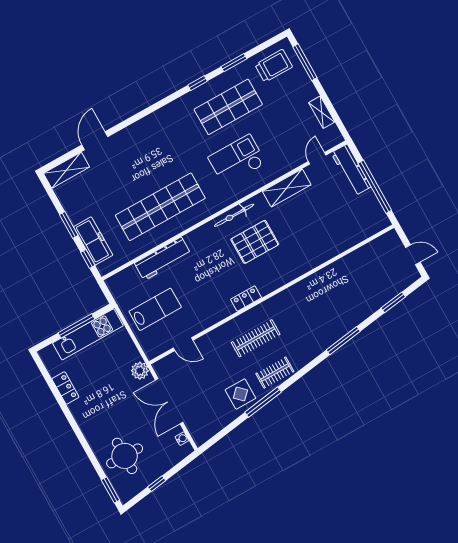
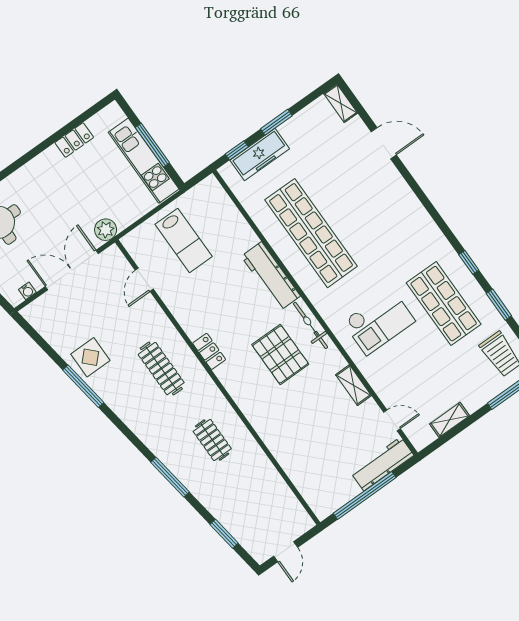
checkout: (237, 160) -> (379, 322), turned 90
shelving: (67, 170) -> (341, 103), width x0.67, depth x0.75
shelving: (287, 188) -> (353, 385), width x0.67, depth x0.75
workbench: (163, 259) -> (271, 276), moved
clothes rail: (275, 373) -> (212, 440), moved

